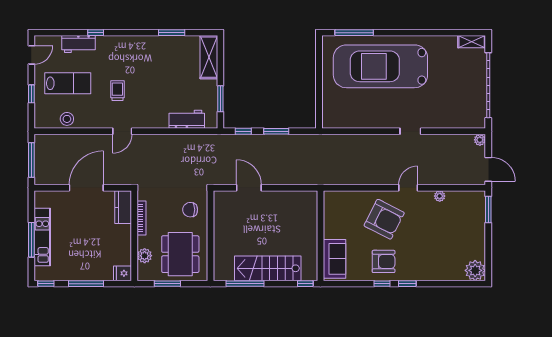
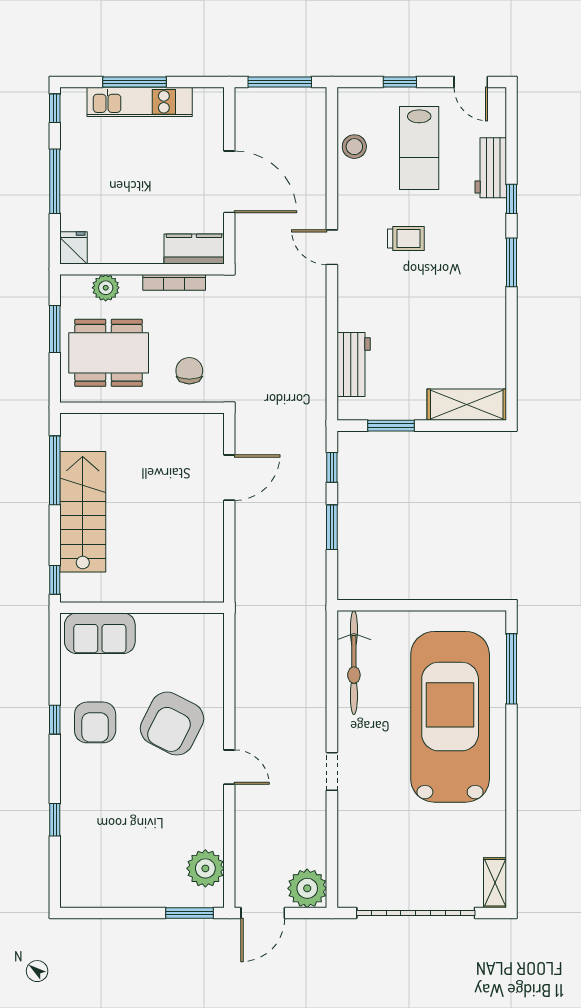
window: (172, 33) -> (511, 262), moved
bicycle: (351, 119) -> (354, 662), added
plant: (480, 140) -> (307, 888), width x1.88, depth x1.88
plant: (440, 196) -> (205, 868), moved, width x1.88, depth x1.88
plant: (475, 270) -> (79, 889), removed
window: (407, 284) -> (55, 820), moved

